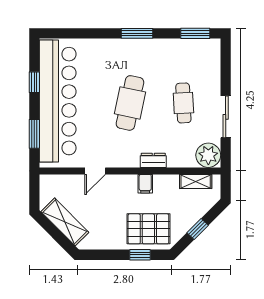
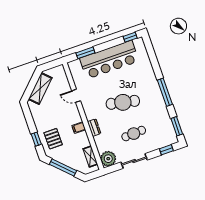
window: (137, 33) -> (165, 92), width x1.44
window: (226, 62) -> (166, 150), added
window: (34, 82) -> (130, 37), moved
bar counter: (58, 101) -> (109, 60), width x0.73
pallet: (148, 229) -> (53, 139), width x0.67, depth x0.71
window: (198, 229) -> (63, 167), width x2.17

